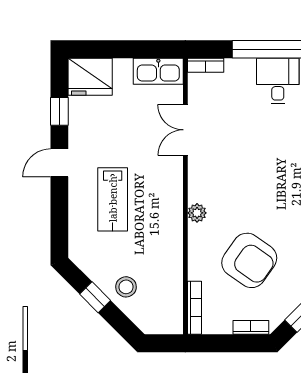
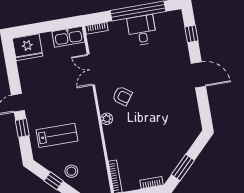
window: (59, 111) -> (22, 128), moved
lab bench: (113, 199) -> (57, 135), moved, turned -90
armchair: (249, 260) -> (122, 96), moved, width x0.53, depth x0.53

